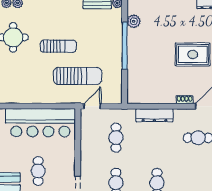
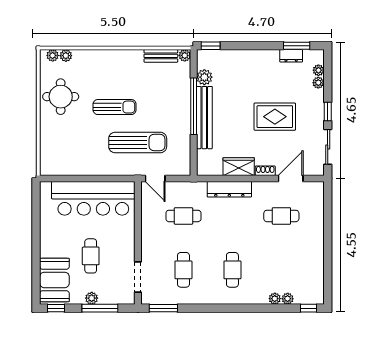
bench: (134, 55) -> (204, 118), added
wardrobe: (162, 96) -> (239, 167), added
door: (92, 106) -> (155, 178), swing flipped
cafe table: (116, 138) -> (183, 216), turned 90

